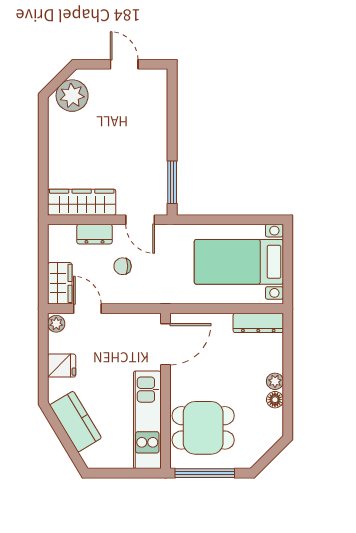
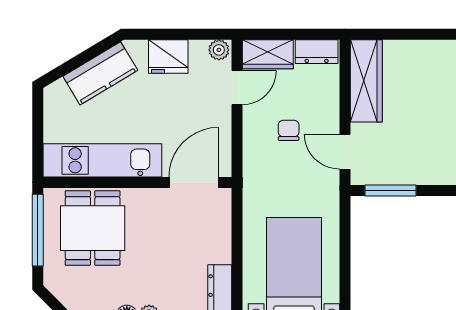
door: (140, 220) -> (345, 152), hinge flipped
dresser: (94, 234) -> (317, 52), moved, turned -90
door: (165, 344) -> (194, 182), swing flipped
fridge: (62, 366) -> (168, 56), width x1.38

